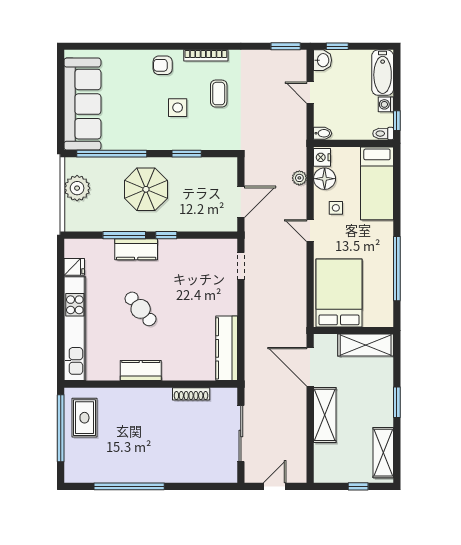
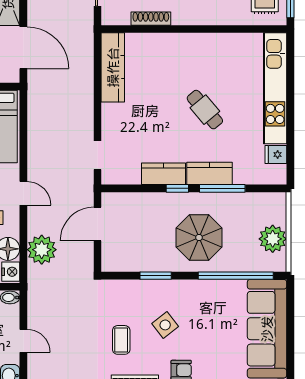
side table: (178, 108) -> (165, 325), turned -38
plant: (299, 178) -> (42, 250), width x1.88, depth x1.88
kitchen counter: (141, 371) -> (164, 174), moved, turned 180

